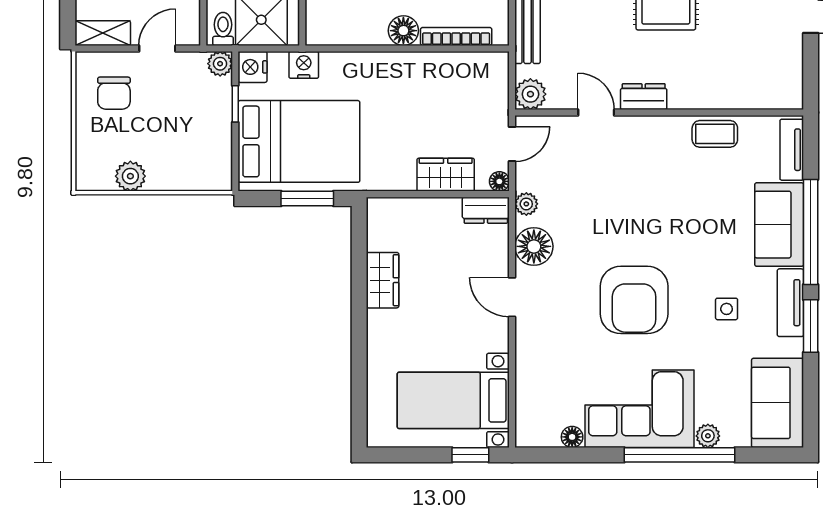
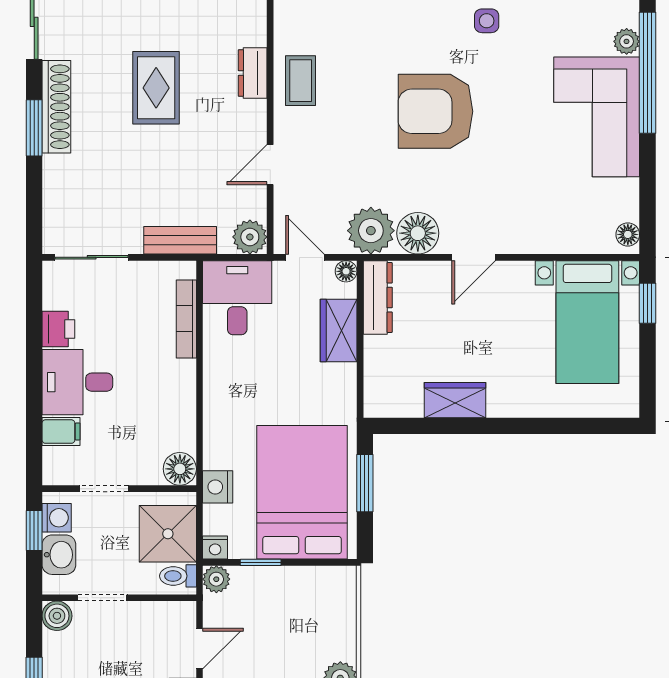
floor lamp: (403, 31) -> (180, 469), moved
door: (157, 48) -> (199, 649), swing flipped
nightstand: (253, 67) -> (215, 548), width x0.72, depth x0.74
desk: (475, 83) -> (237, 298), added
dresser: (644, 97) -> (253, 73), moved
coffee table: (715, 134) -> (301, 81), moved
plant: (526, 204) -> (371, 231), width x1.88, depth x1.88
dresser: (486, 210) -> (378, 297), width x1.44
armchair: (634, 300) -> (436, 111), moved, turned 180
floor lamp: (572, 437) -> (628, 234), moved

